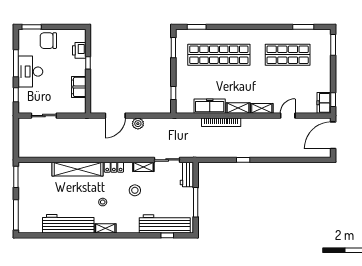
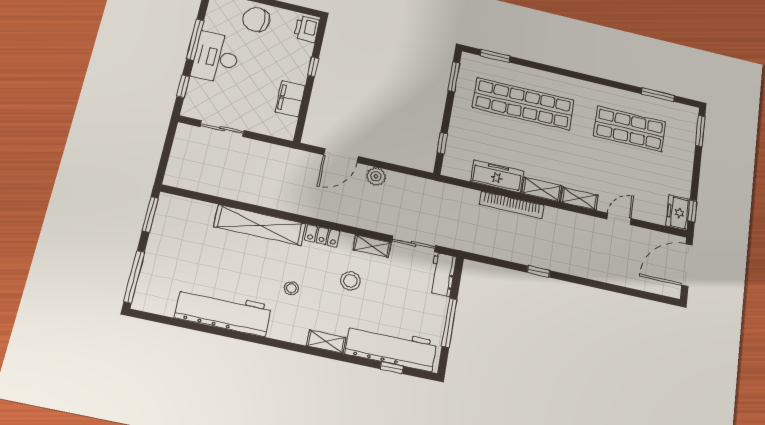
printer: (79, 50) -> (307, 29), moved
shelving: (105, 228) -> (326, 342), moved

